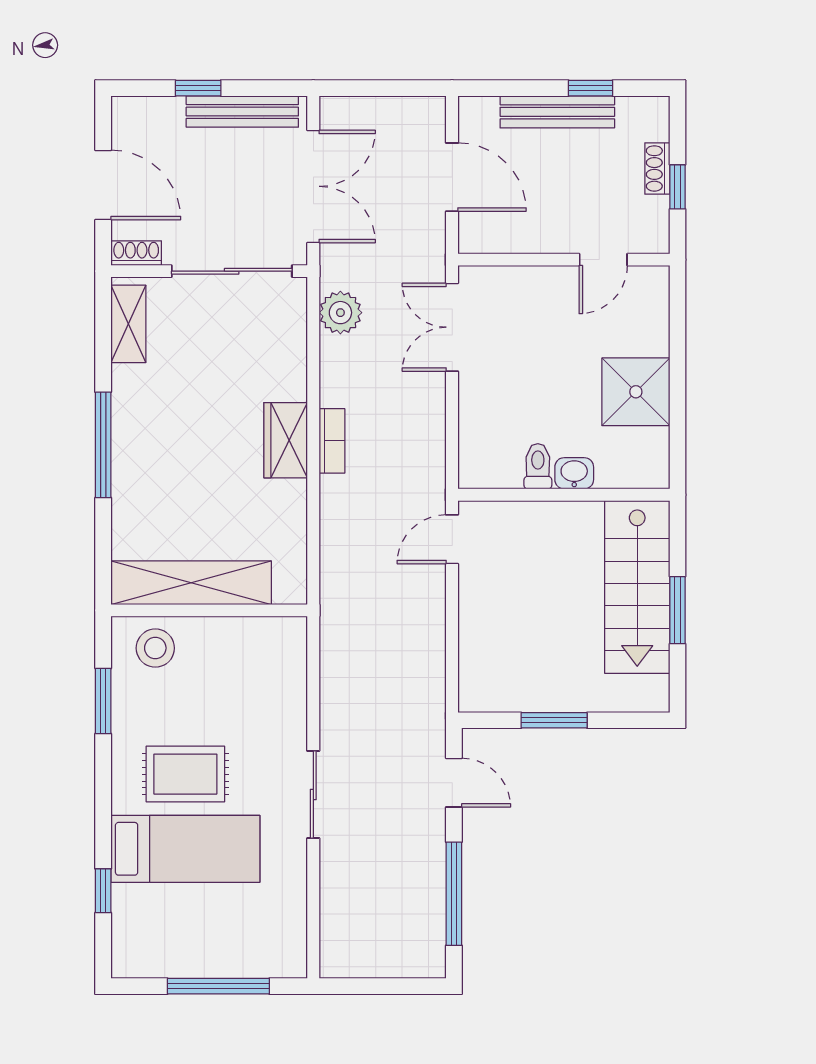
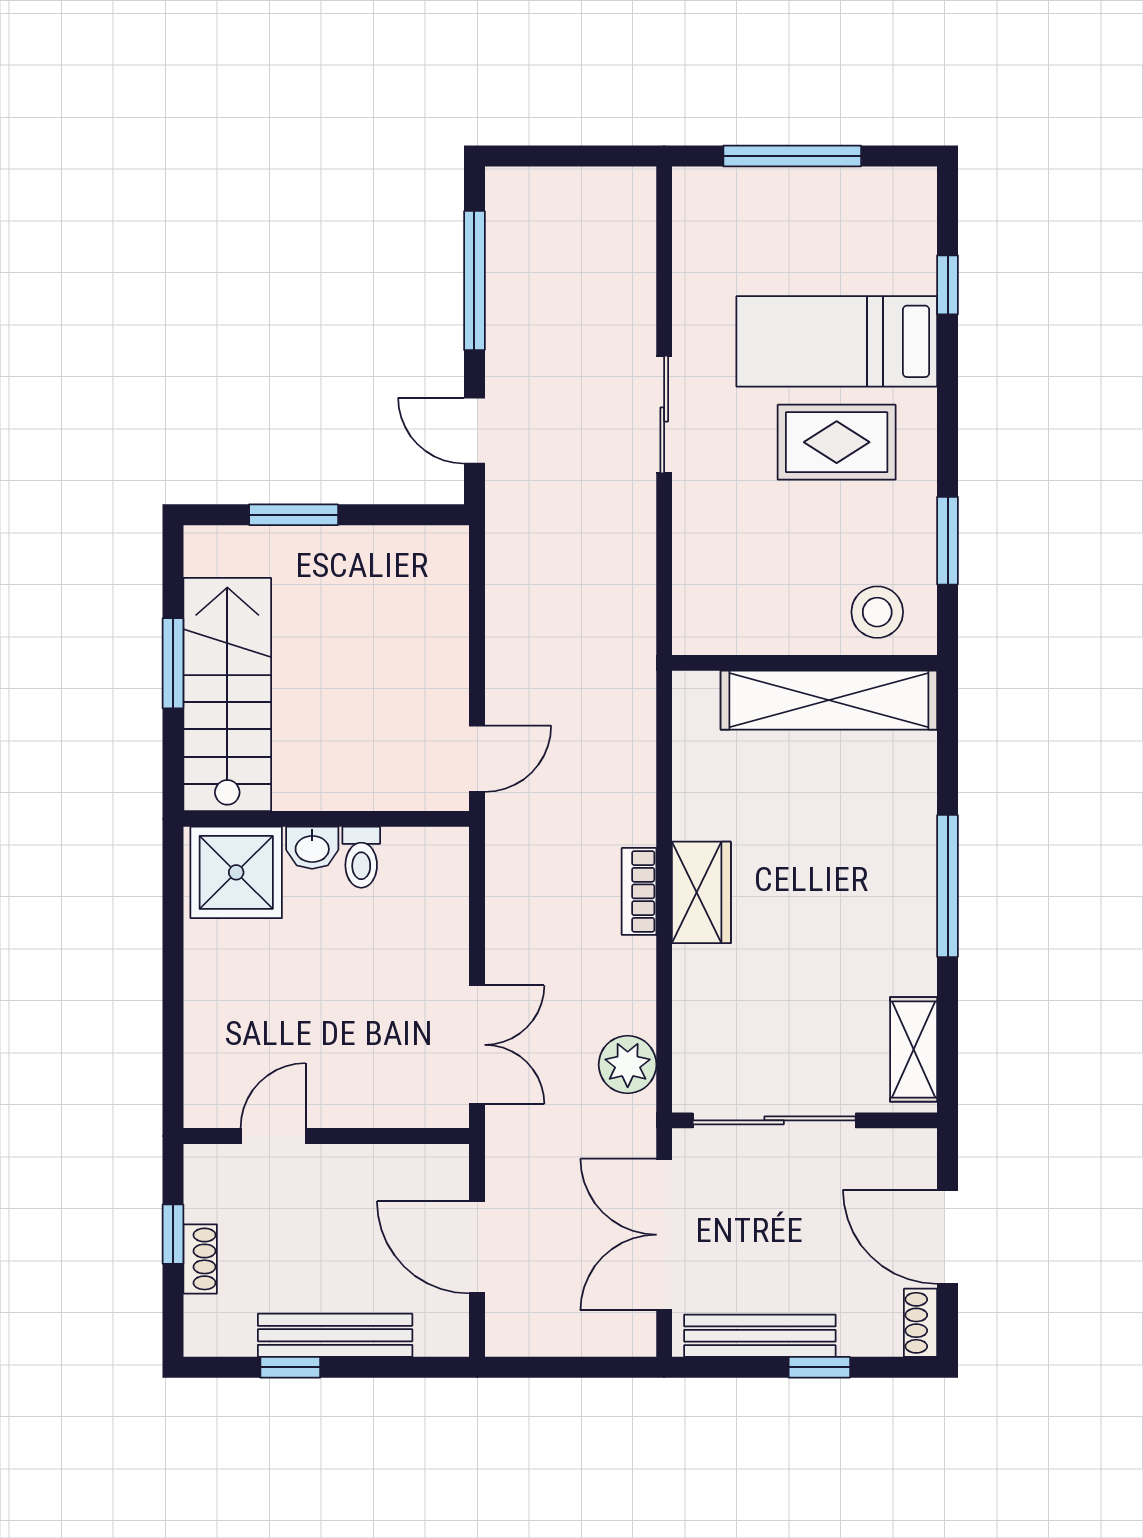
shoe rack: (136, 253) -> (921, 1323), moved, turned 90
shower: (636, 392) -> (236, 872), moved
window: (554, 720) -> (294, 515), moved

